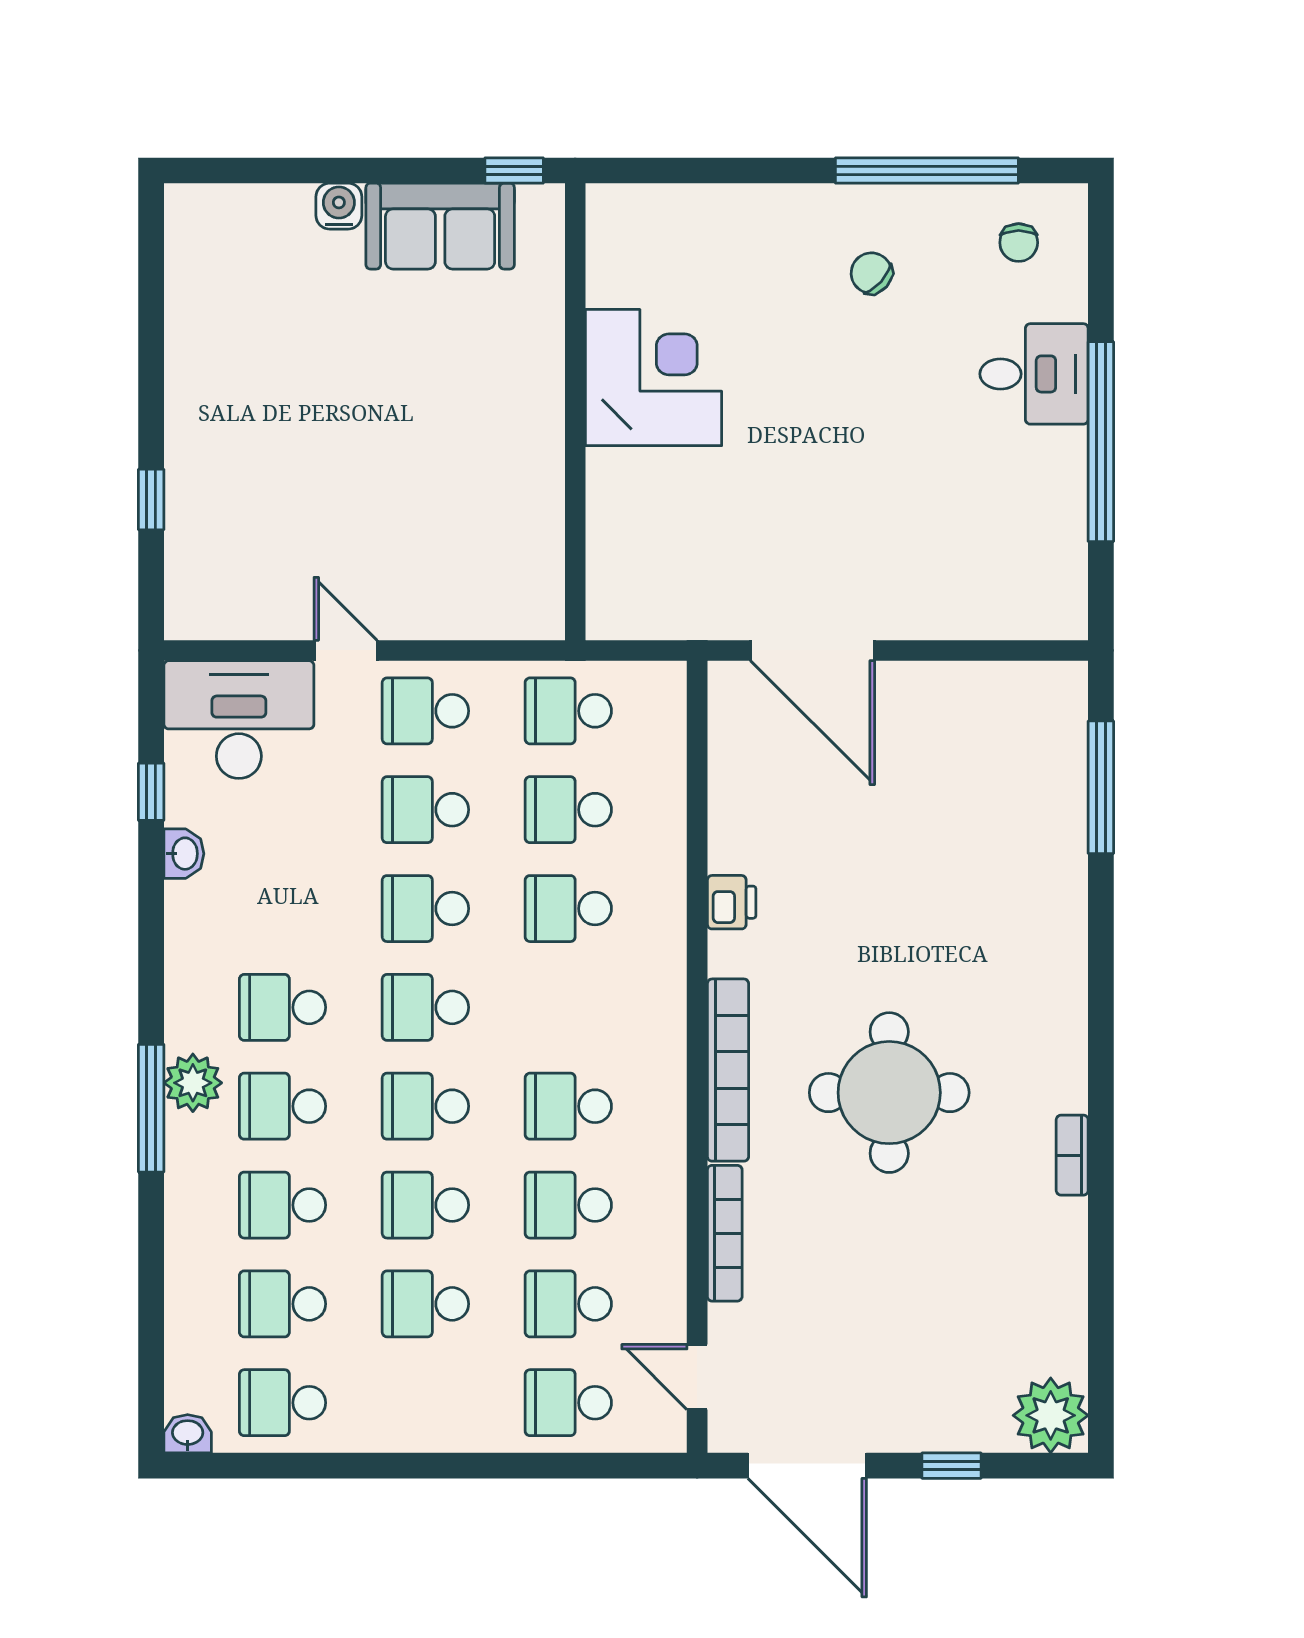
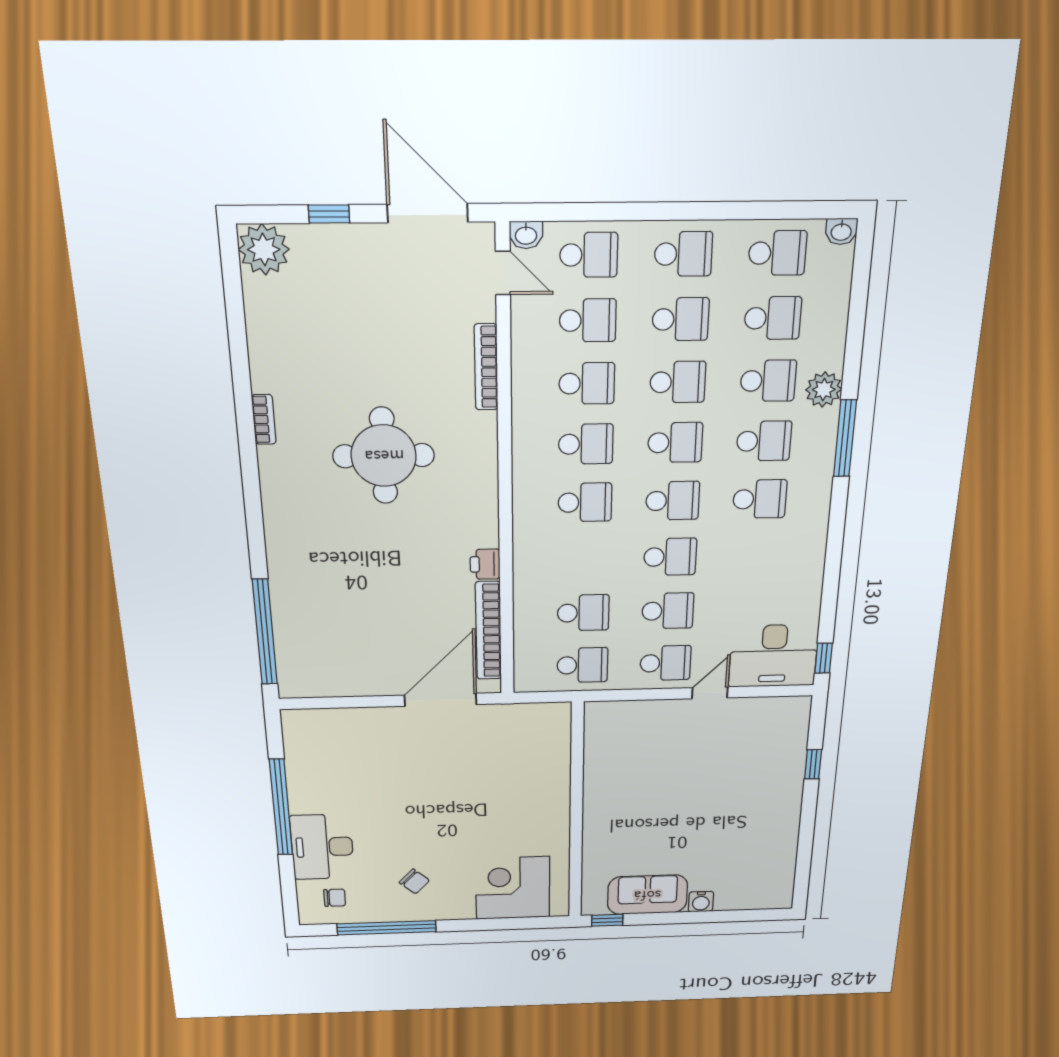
chair: (1019, 243) -> (335, 898), turned 90
desk: (1034, 374) -> (322, 847), width x1.37
corner desk: (654, 378) -> (513, 888), moved, turned 90
door: (346, 650) -> (710, 693), swing flipped
door: (812, 650) -> (440, 700), hinge flipped
window: (1101, 787) -> (265, 632), width x1.46
window: (151, 792) -> (823, 658), moved
washbasin: (184, 854) -> (526, 235), moved, turned -90
school desk: (568, 909) -> (585, 502), moved
bookcase: (728, 1070) -> (488, 631), moved
plant: (193, 1083) -> (824, 389), moved
school desk: (425, 1403) -> (683, 254), added

